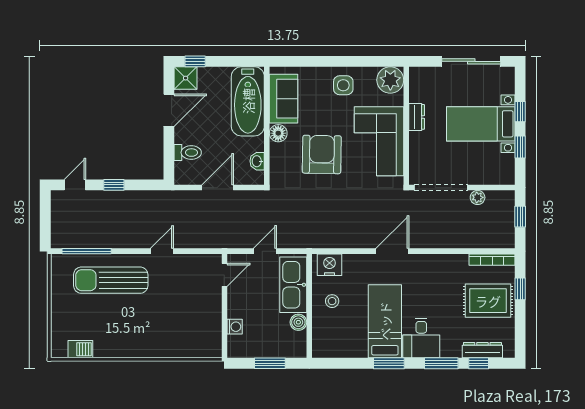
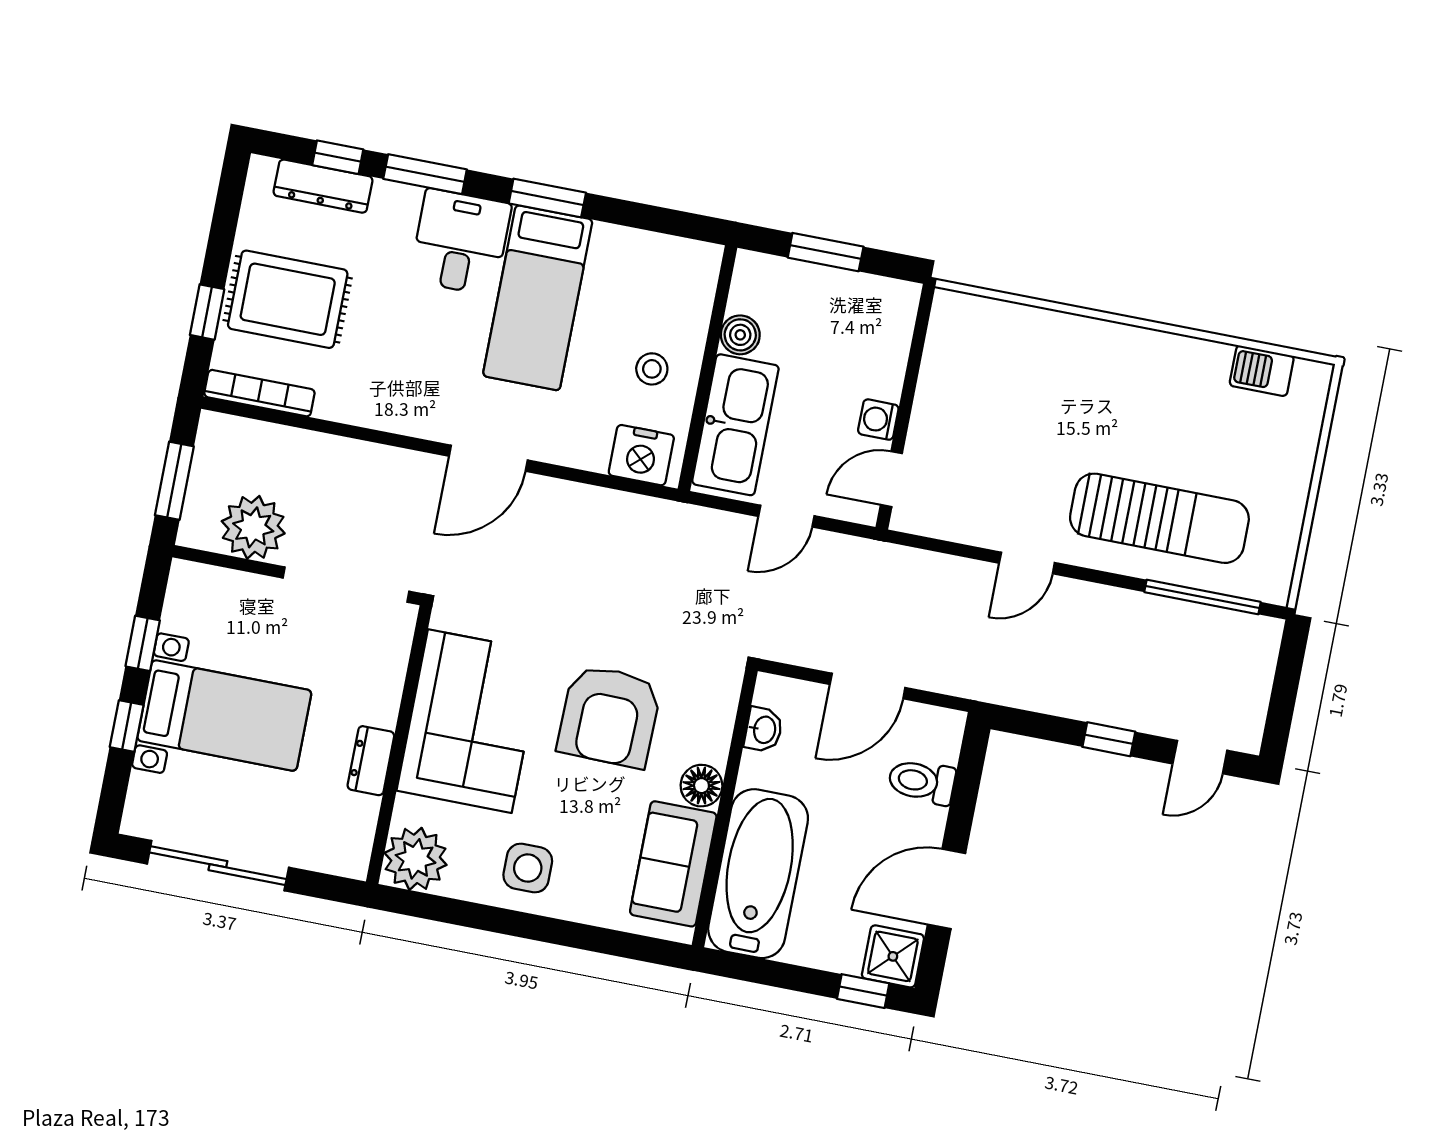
plant: (478, 197) -> (253, 527), width x1.87, depth x1.87
window: (520, 217) -> (174, 481), width x1.50
washing machine: (235, 327) -> (878, 420), moved

